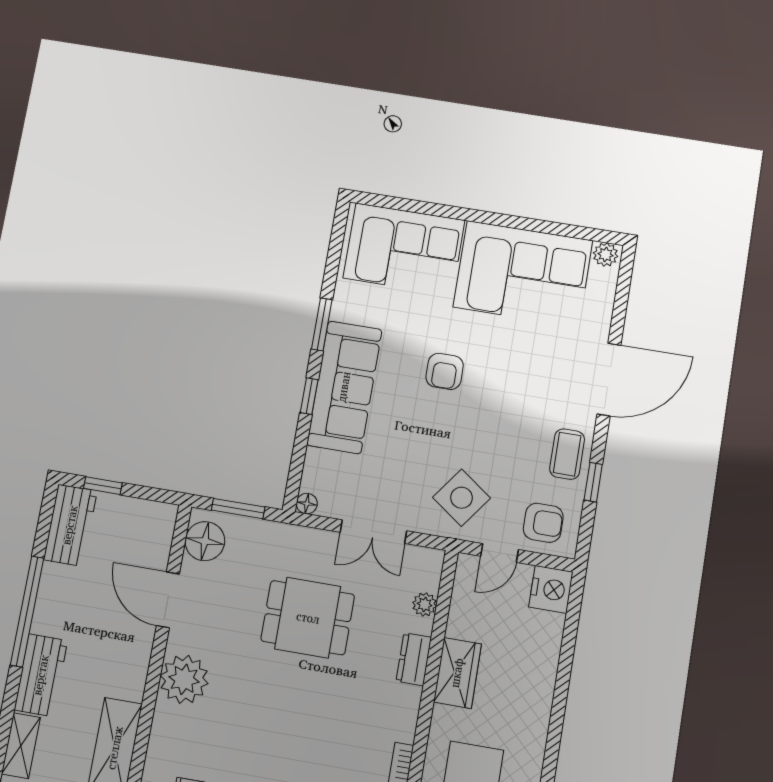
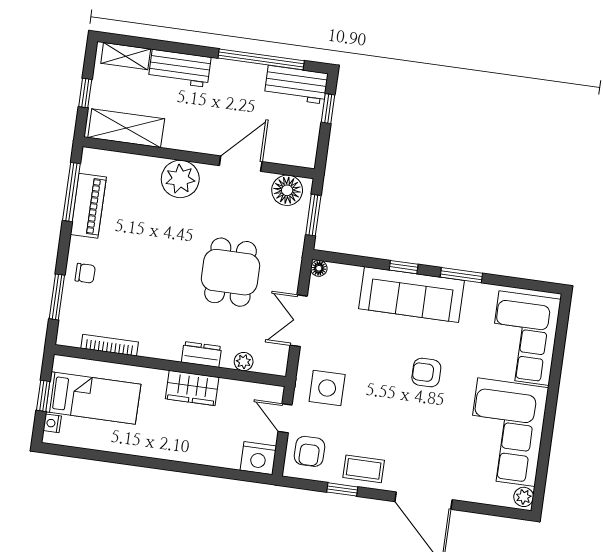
side table: (461, 498) -> (327, 388), turned -36
window: (27, 611) -> (261, 59), moved

